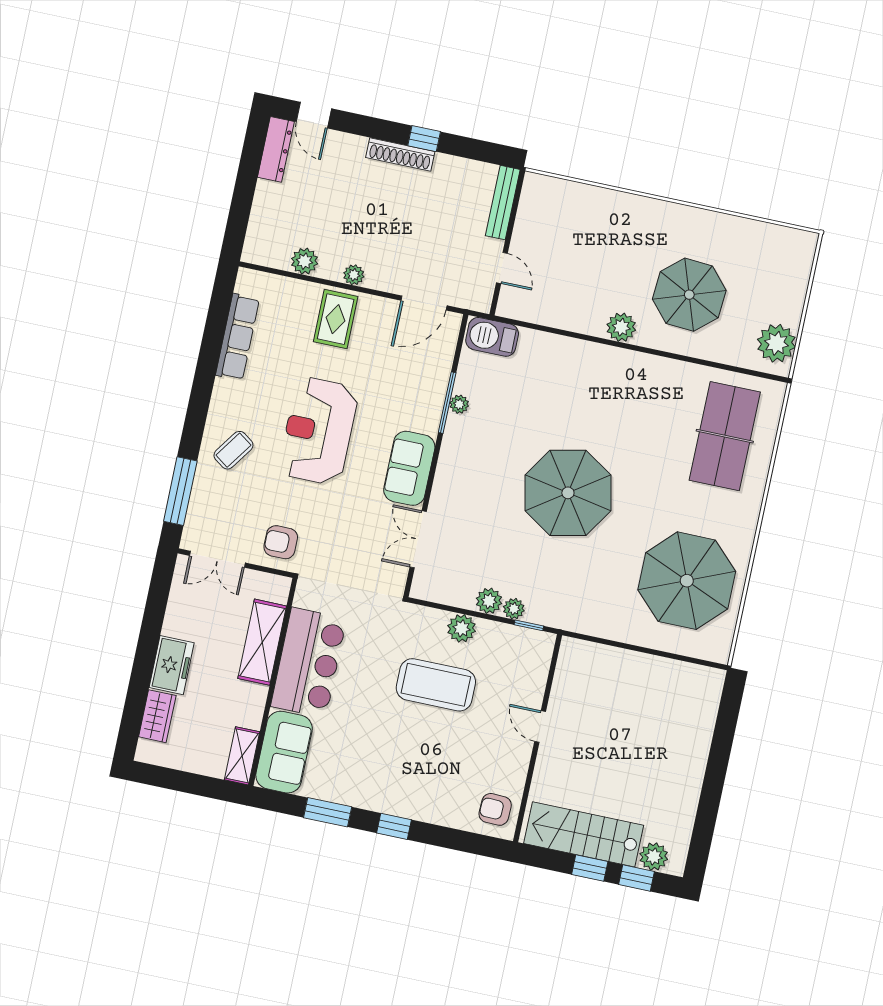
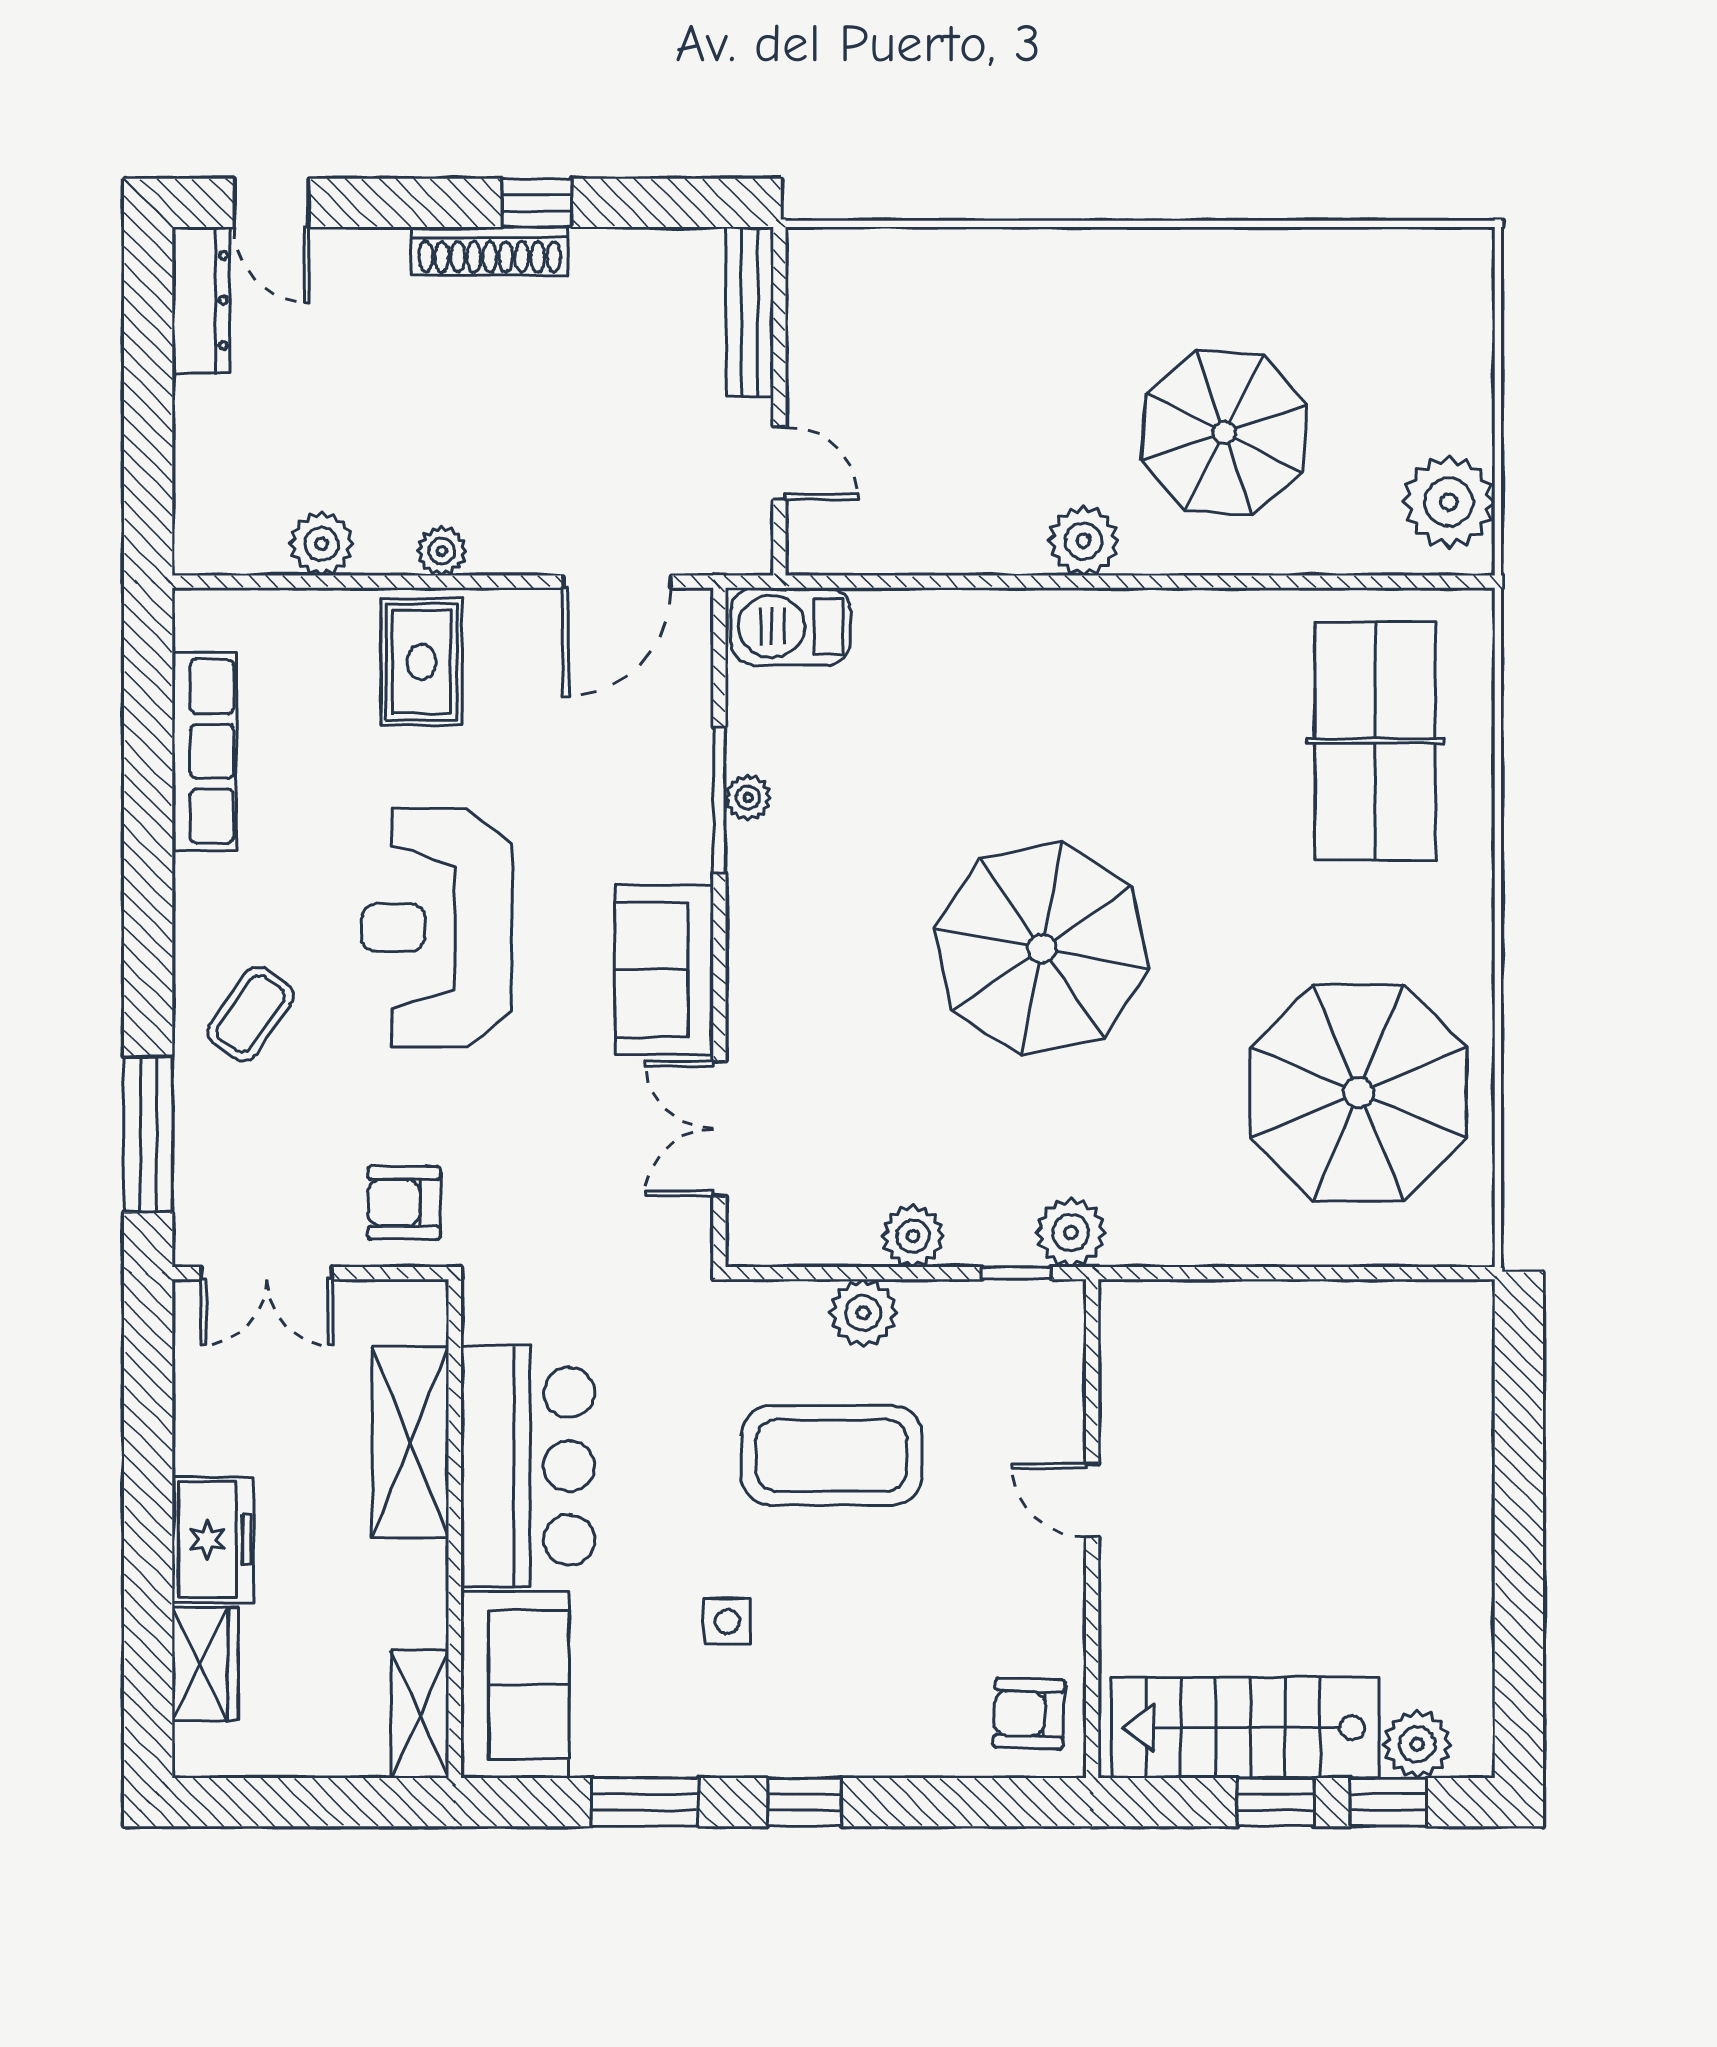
plant: (514, 609) -> (1071, 1232), moved, width x1.38, depth x1.38
side table: (378, 745) -> (727, 1621), added

